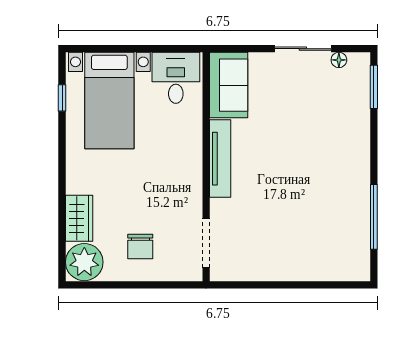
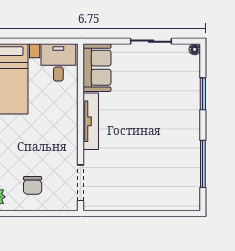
floor lamp: (339, 60) -> (195, 49), moved
window: (374, 87) -> (203, 94), moved

